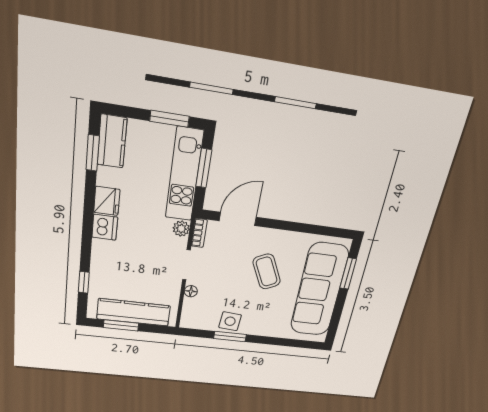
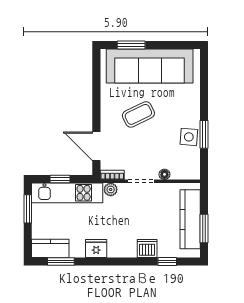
window: (204, 168) -> (60, 179), width x0.67
dishwasher: (105, 227) -> (147, 249), moved

